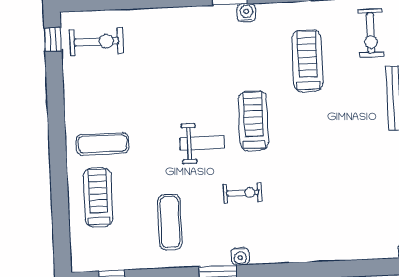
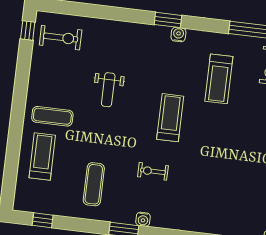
treadmill: (307, 61) -> (219, 79), turned 180
weight bench: (202, 143) -> (108, 90), moved, turned 90
exercise bike: (243, 193) -> (153, 171), turned 180

